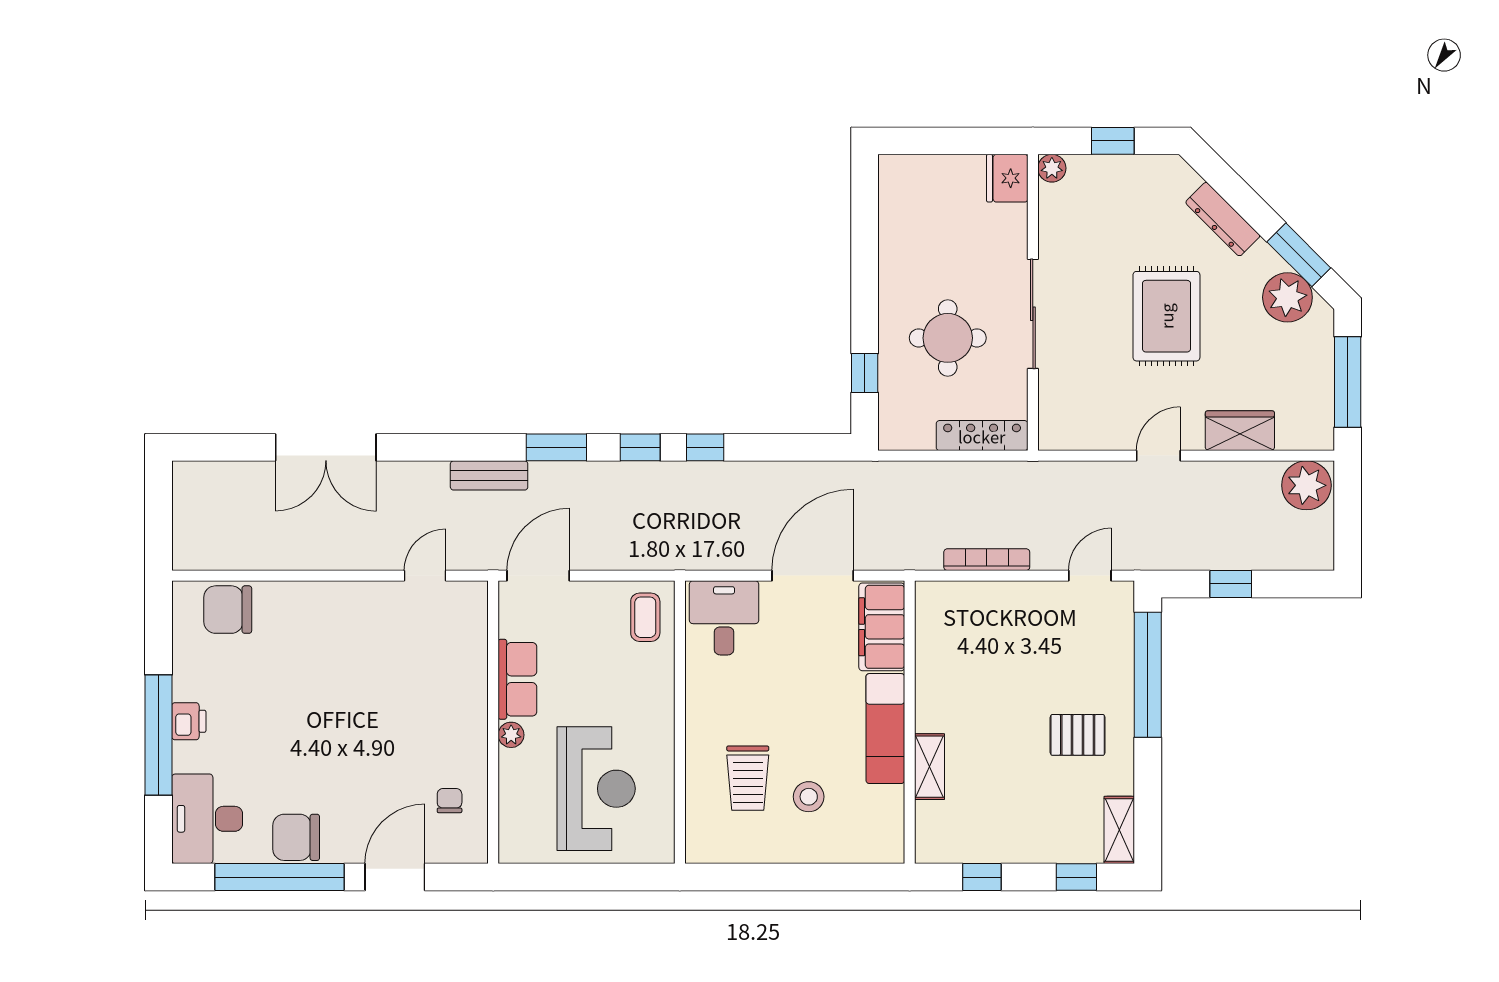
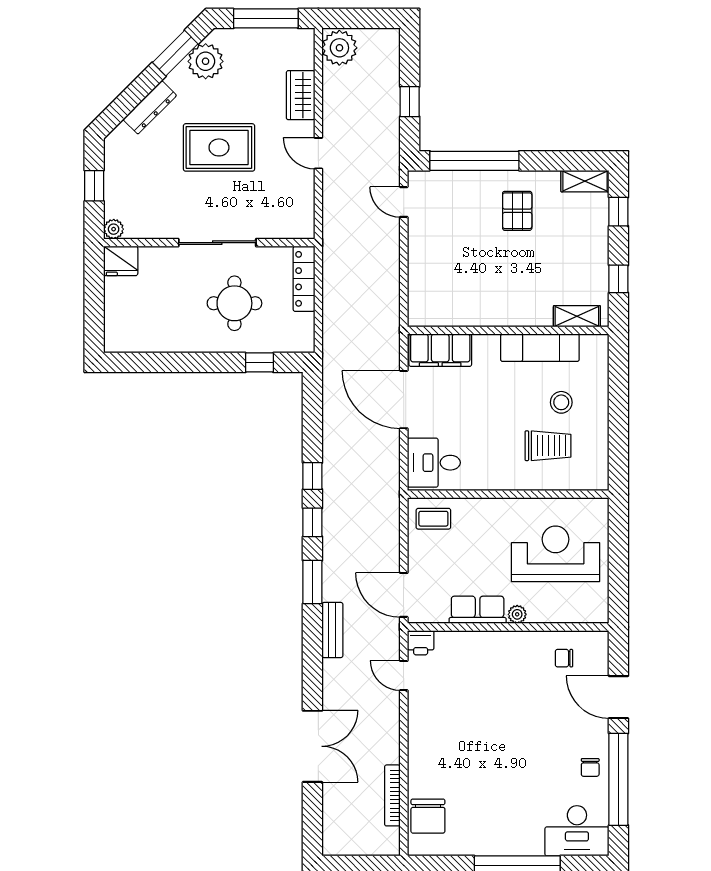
bookcase: (987, 560) -> (392, 795), moved
printer: (189, 721) -> (421, 643), moved, turned 180
exam couch: (885, 729) -> (540, 348), moved
shelving: (929, 767) -> (577, 316), moved
chair: (296, 837) -> (590, 767), width x0.54, depth x0.54

